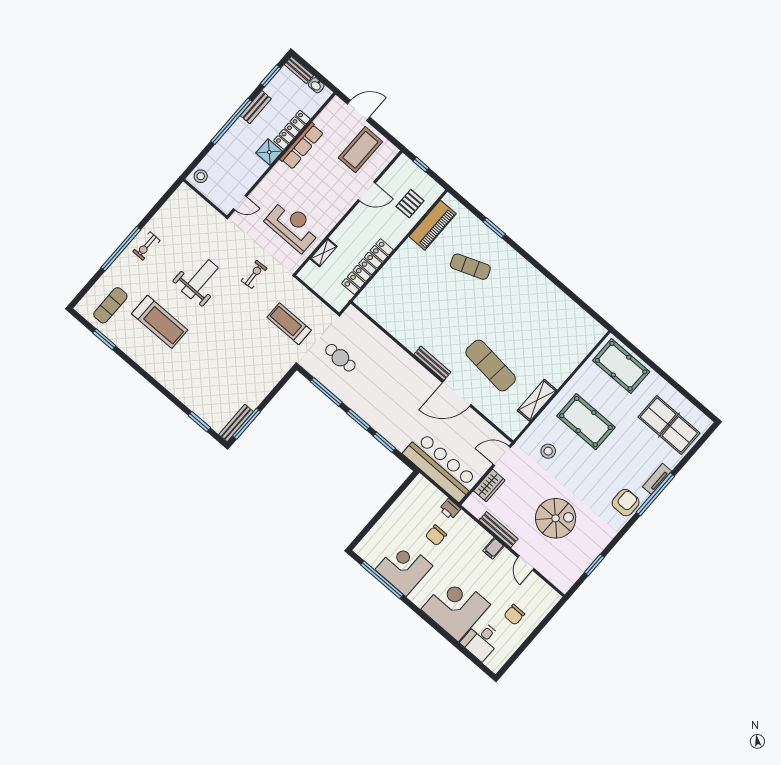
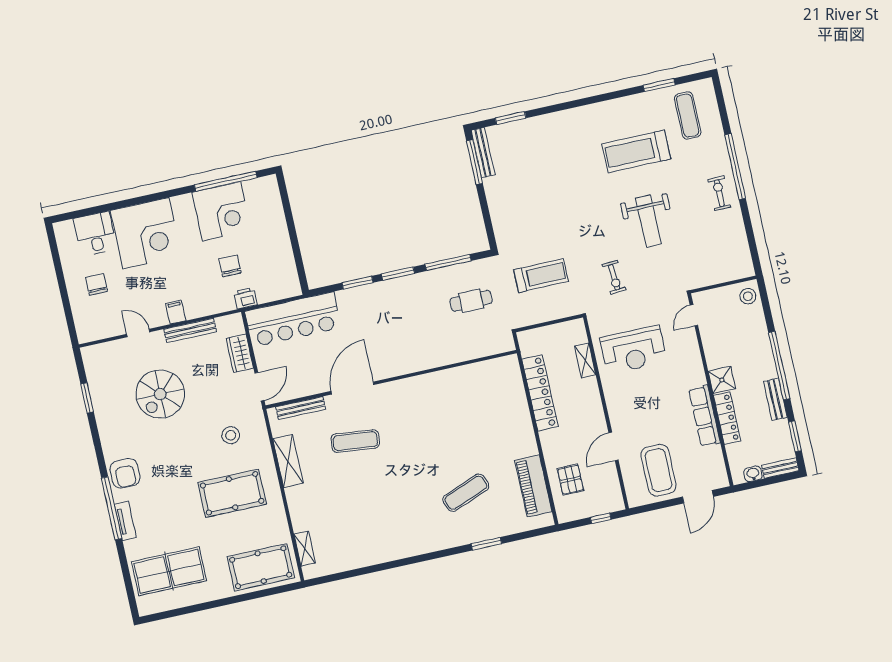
shelving: (587, 346) -> (305, 549), added
bench: (432, 363) -> (301, 408), moved
exercise mat: (491, 366) -> (355, 441), width x0.73, depth x0.69

